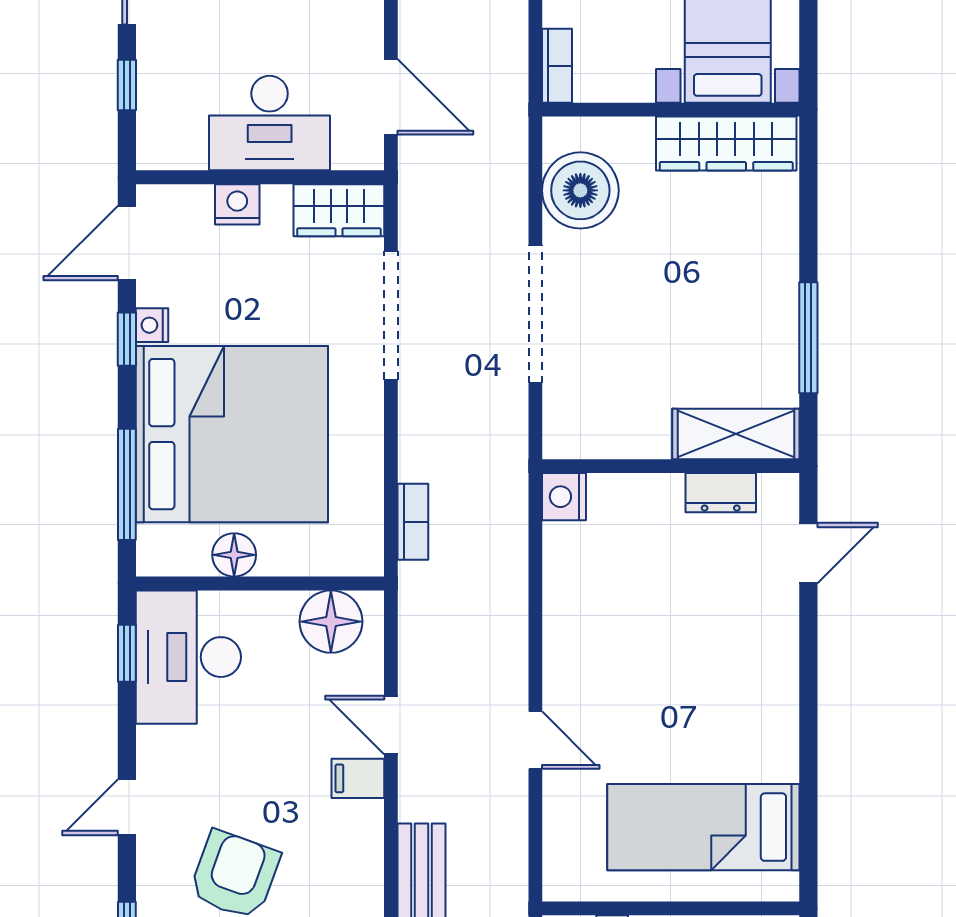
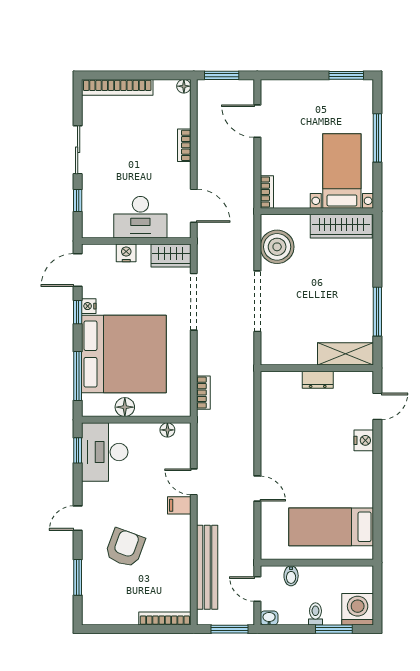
dresser: (721, 493) -> (318, 380), moved
nightstand: (564, 497) -> (364, 440), moved, turned 180
floor lamp: (331, 622) -> (167, 430), width x0.53, depth x0.53

